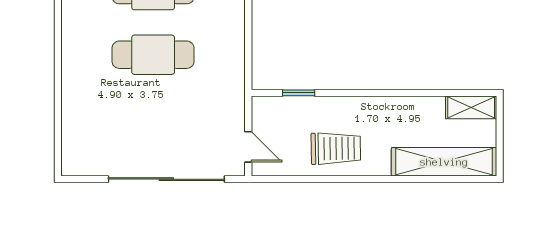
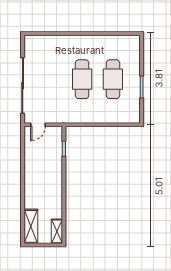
trolley: (336, 148) -> (37, 167), removed
shelving: (444, 162) -> (31, 226), width x0.68

